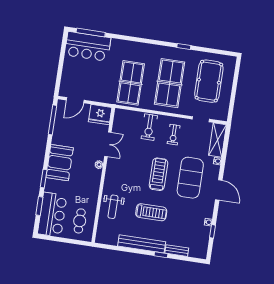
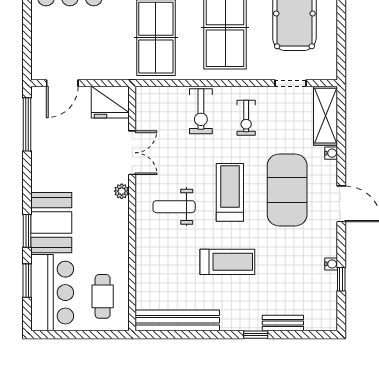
booth: (60, 163) -> (51, 223), moved
weight bench: (113, 207) -> (174, 207), moved, turned 90
bench: (142, 244) -> (177, 320), moved

